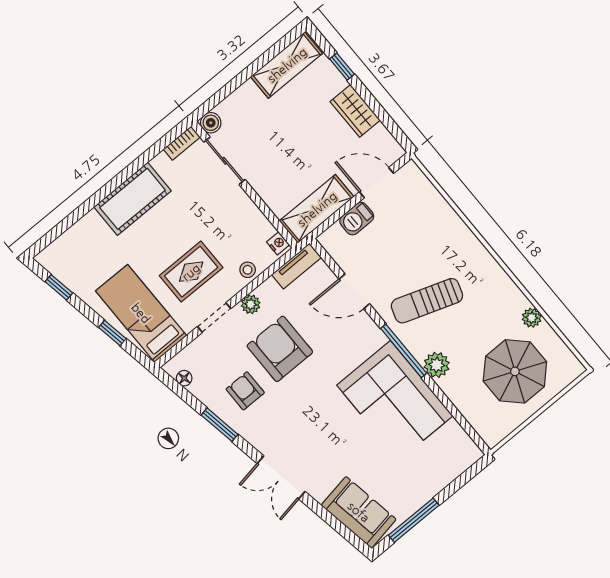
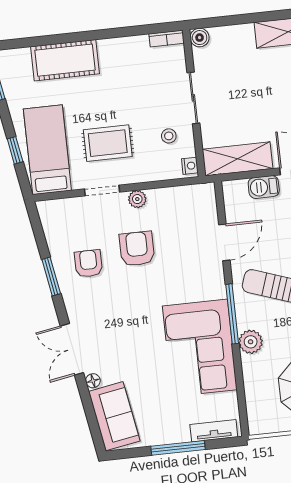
sliding door: (225, 161) -> (193, 98), moved
cot: (133, 199) -> (65, 60), moved
tv unit: (296, 266) -> (214, 431), moved, turned 180
stool: (248, 270) -> (169, 136), moved
door: (354, 291) -> (224, 242), swing flipped
armchair: (280, 349) -> (137, 249), width x0.73, depth x0.73
floor lamp: (184, 378) -> (93, 381), moved
window: (414, 520) -> (178, 448), moved

